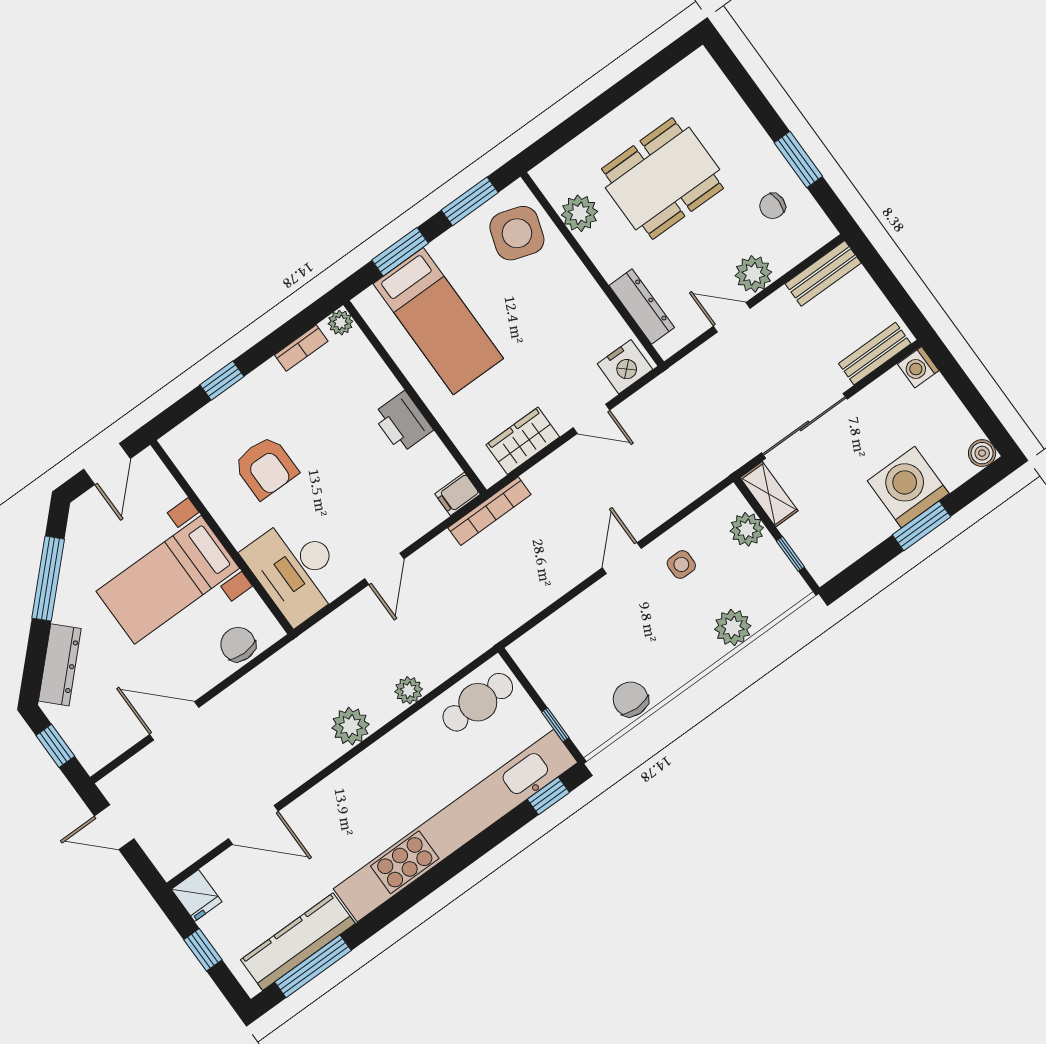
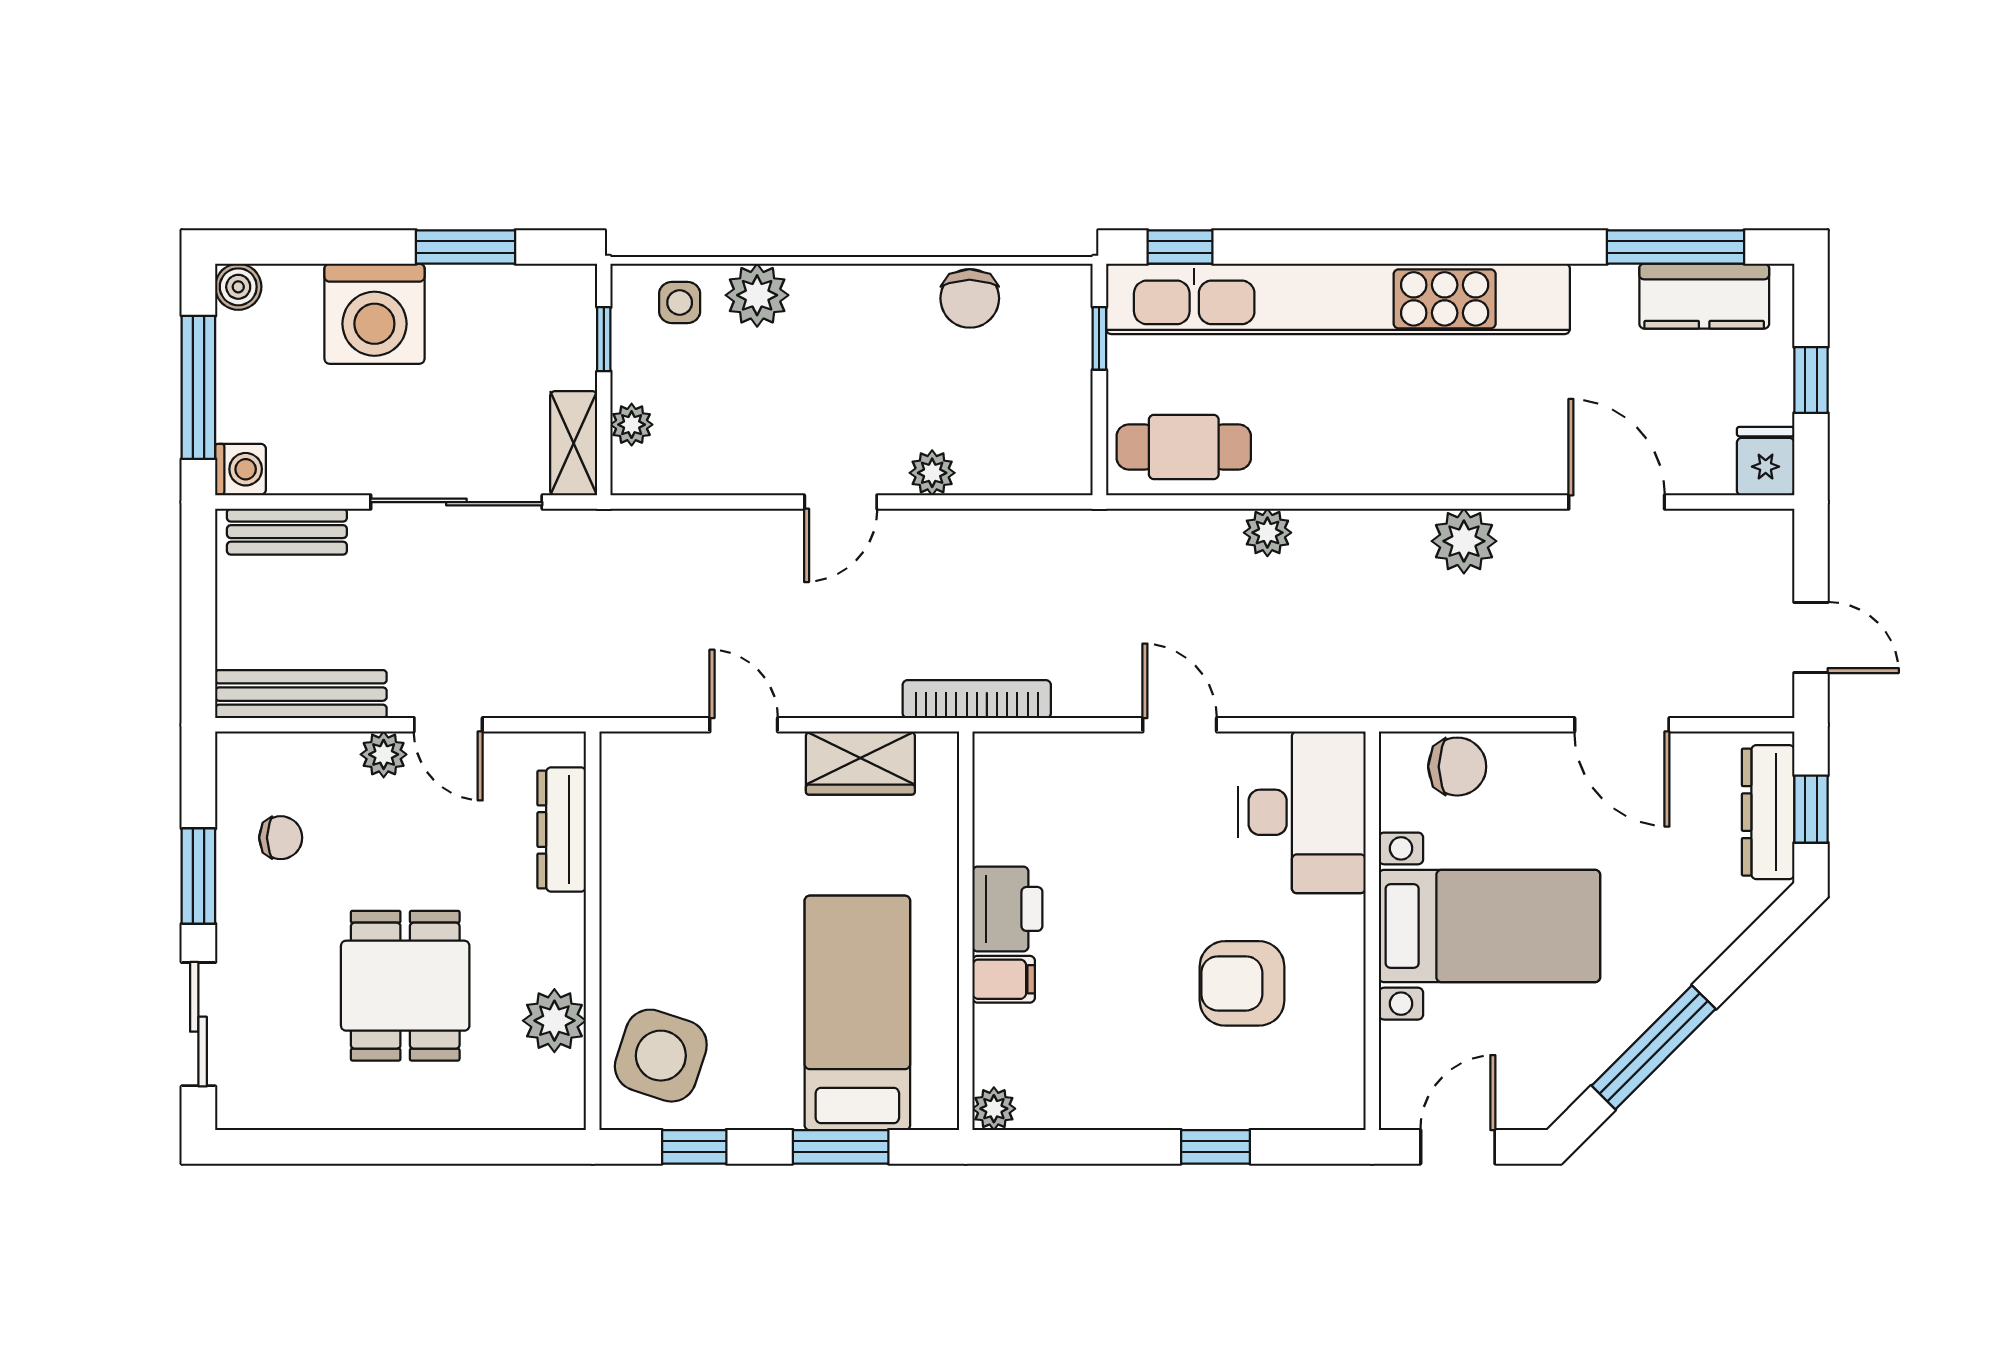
sliding door: (747, 89) -> (198, 1024), added
dining table: (662, 179) -> (405, 986), width x0.73
window: (470, 201) -> (694, 1147), width x0.67
bench: (823, 273) -> (301, 694), width x1.36
plant: (753, 274) -> (384, 754), width x0.73, depth x0.73
bookcase: (301, 348) -> (1074, 1113), removed
nightstand: (625, 367) -> (645, 763), removed
window: (966, 392) -> (198, 387), added
armchair: (266, 467) -> (1242, 983), turned -90
filing cabinet: (458, 494) -> (1004, 979), moved
window: (921, 526) -> (466, 247), moved
plant: (747, 529) -> (632, 425), width x0.73, depth x0.73
side table: (681, 564) -> (680, 303), moved
door: (384, 569) -> (1180, 725), hinge flipped
plant: (588, 603) -> (932, 473), added
chair: (238, 644) -> (1457, 767), turned -90
dresser: (60, 665) -> (1768, 812), moved, turned -45
plant: (351, 726) -> (1464, 541), moved
kitchen counter: (298, 942) -> (1704, 296), width x0.67

